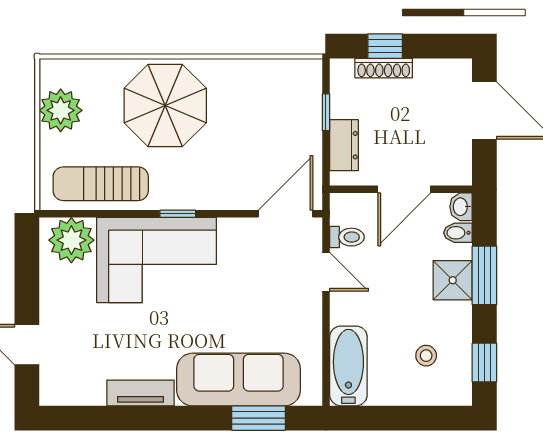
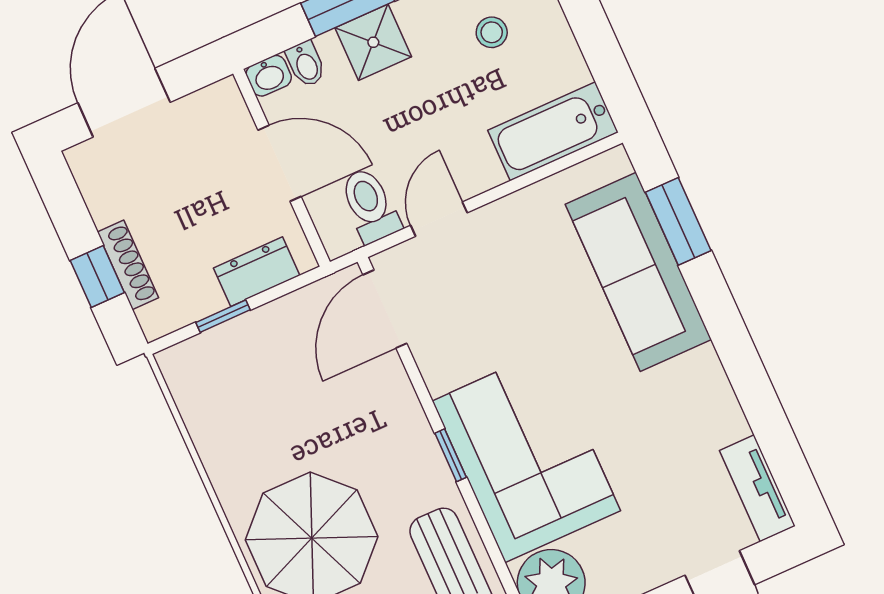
door: (286, 214) -> (385, 309), hinge flipped
toilet: (347, 237) -> (370, 205), width x1.37, depth x1.39
tv unit: (141, 393) -> (757, 488), moved

